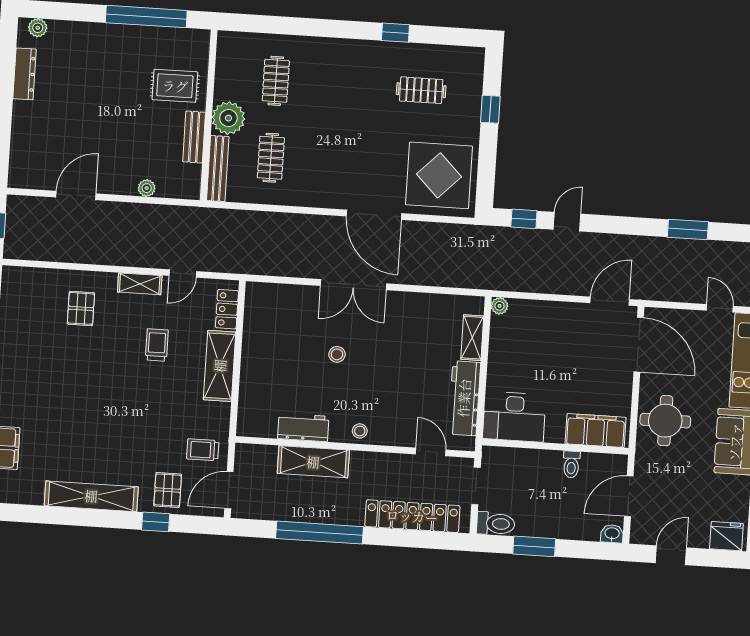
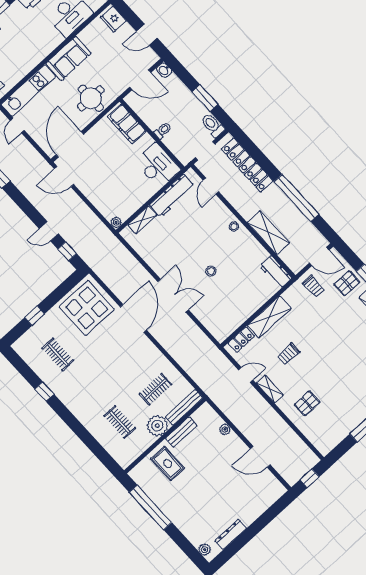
clothes rail: (276, 81) -> (120, 422), turned 90
workbench: (303, 427) -> (276, 272), moved
toilet: (571, 464) -> (163, 130), moved

